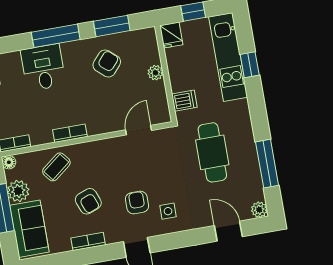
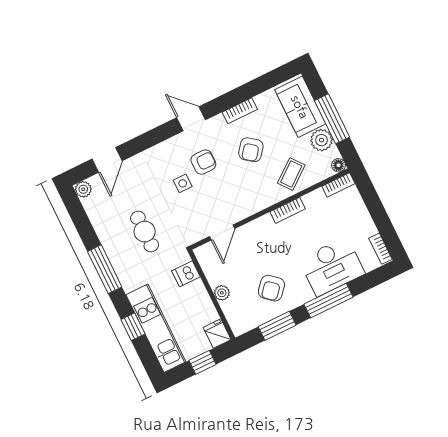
desk: (43, 67) -> (332, 267), width x1.37
cafe table: (212, 152) -> (145, 232), width x0.73, depth x0.74
window: (267, 164) -> (105, 269), moved
armchair: (88, 201) -> (251, 150), turned -121
armchair: (137, 203) -> (203, 162), turned -90
side table: (168, 211) -> (183, 183), moved
door: (228, 231) -> (107, 160), hinge flipped

